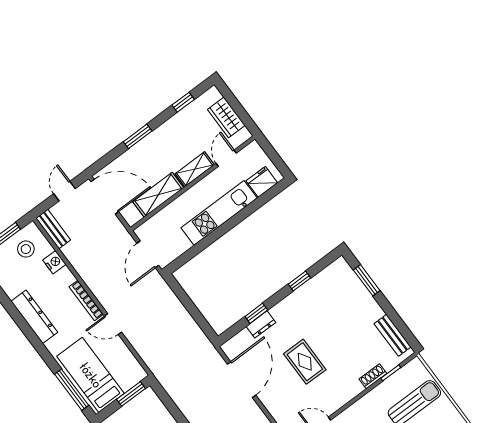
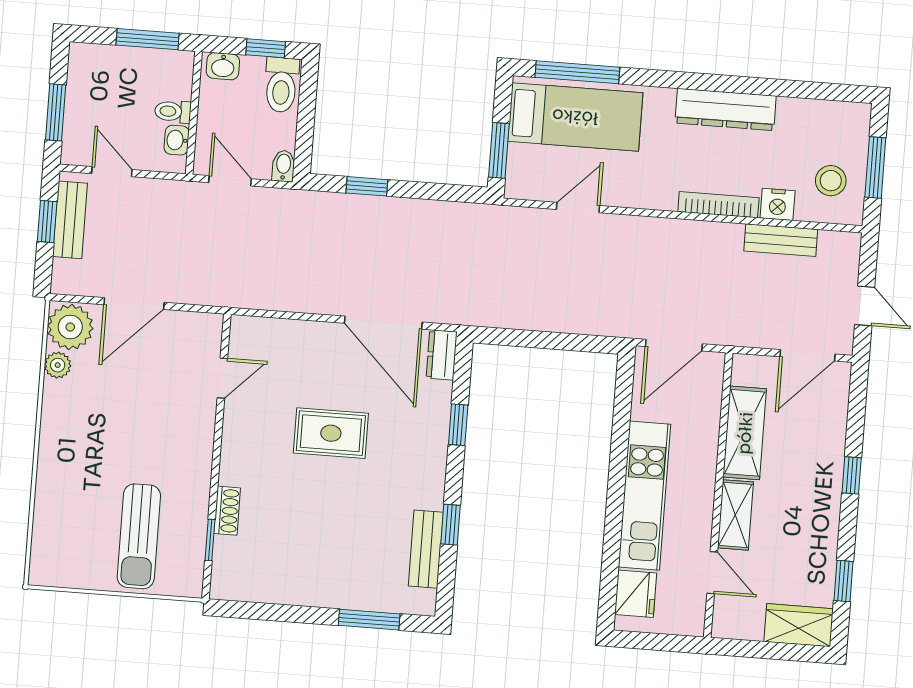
wardrobe: (226, 117) -> (799, 625), moved
window: (138, 136) -> (852, 475), width x0.67
door: (105, 197) -> (807, 355), width x0.73
bench: (53, 229) -> (781, 240), moved
door: (148, 254) -> (674, 345), swing flipped
bookcase: (86, 301) -> (718, 205), moved
door: (113, 324) -> (578, 207), moved
dresser: (261, 324) -> (442, 355), moved
bench: (392, 335) -> (426, 549), moved, turned 90

